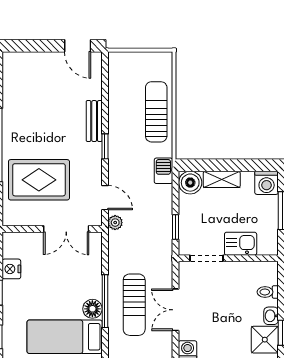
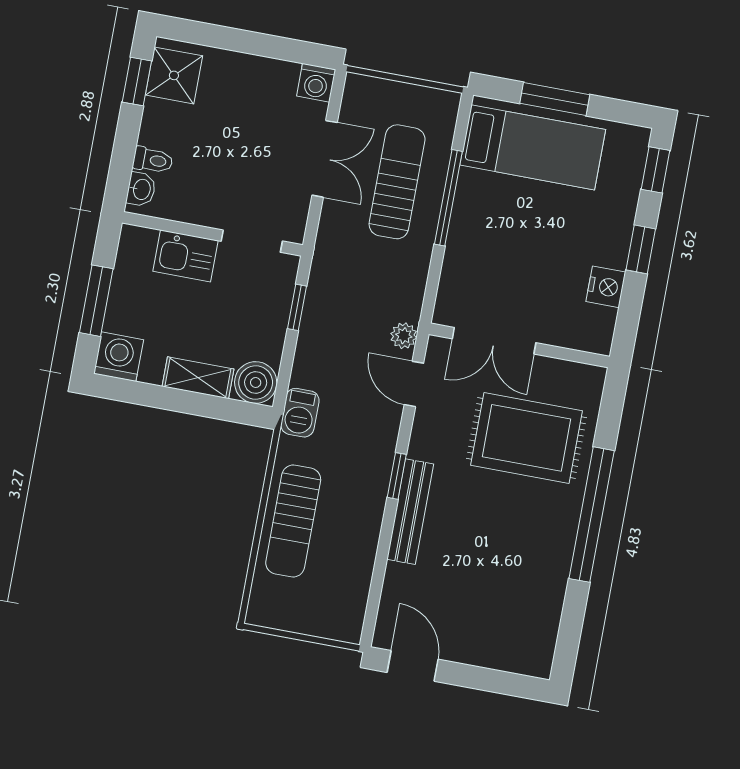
bench: (94, 121) -> (410, 512), width x1.36
double door: (66, 229) -> (494, 341), swing flipped
floor lamp: (92, 309) -> (473, 188), removed
washbasin: (271, 316) -> (141, 189), moved

